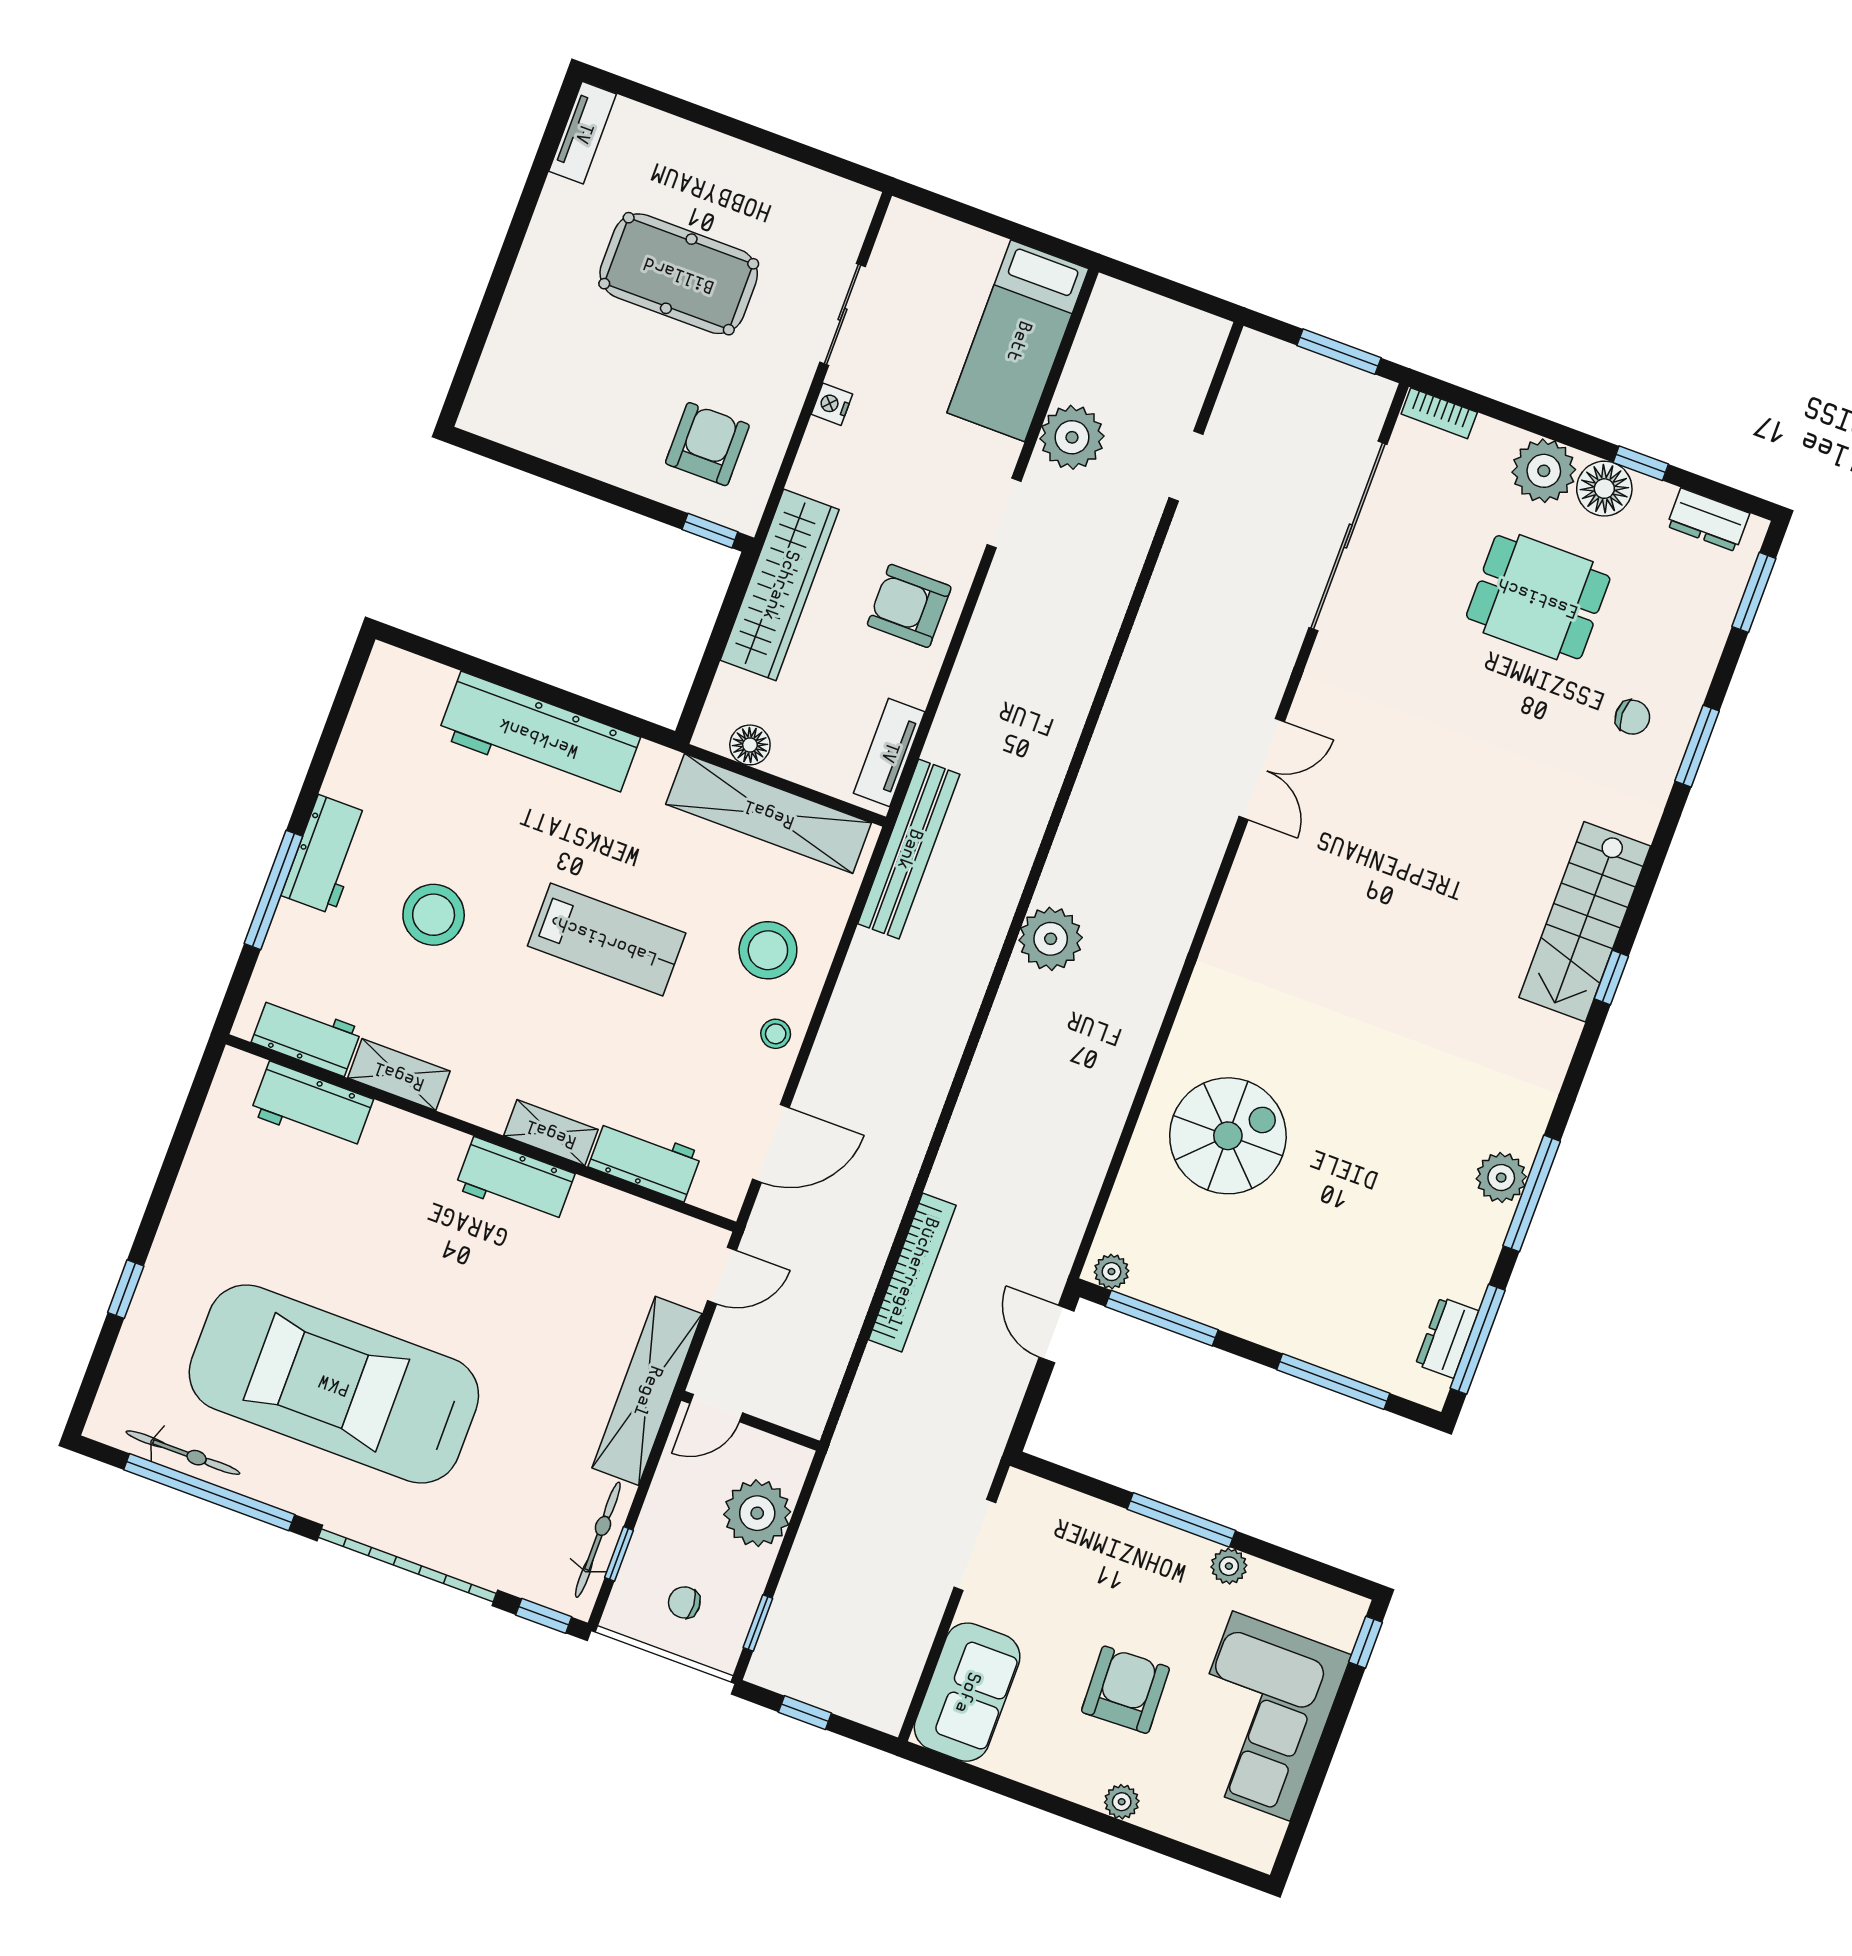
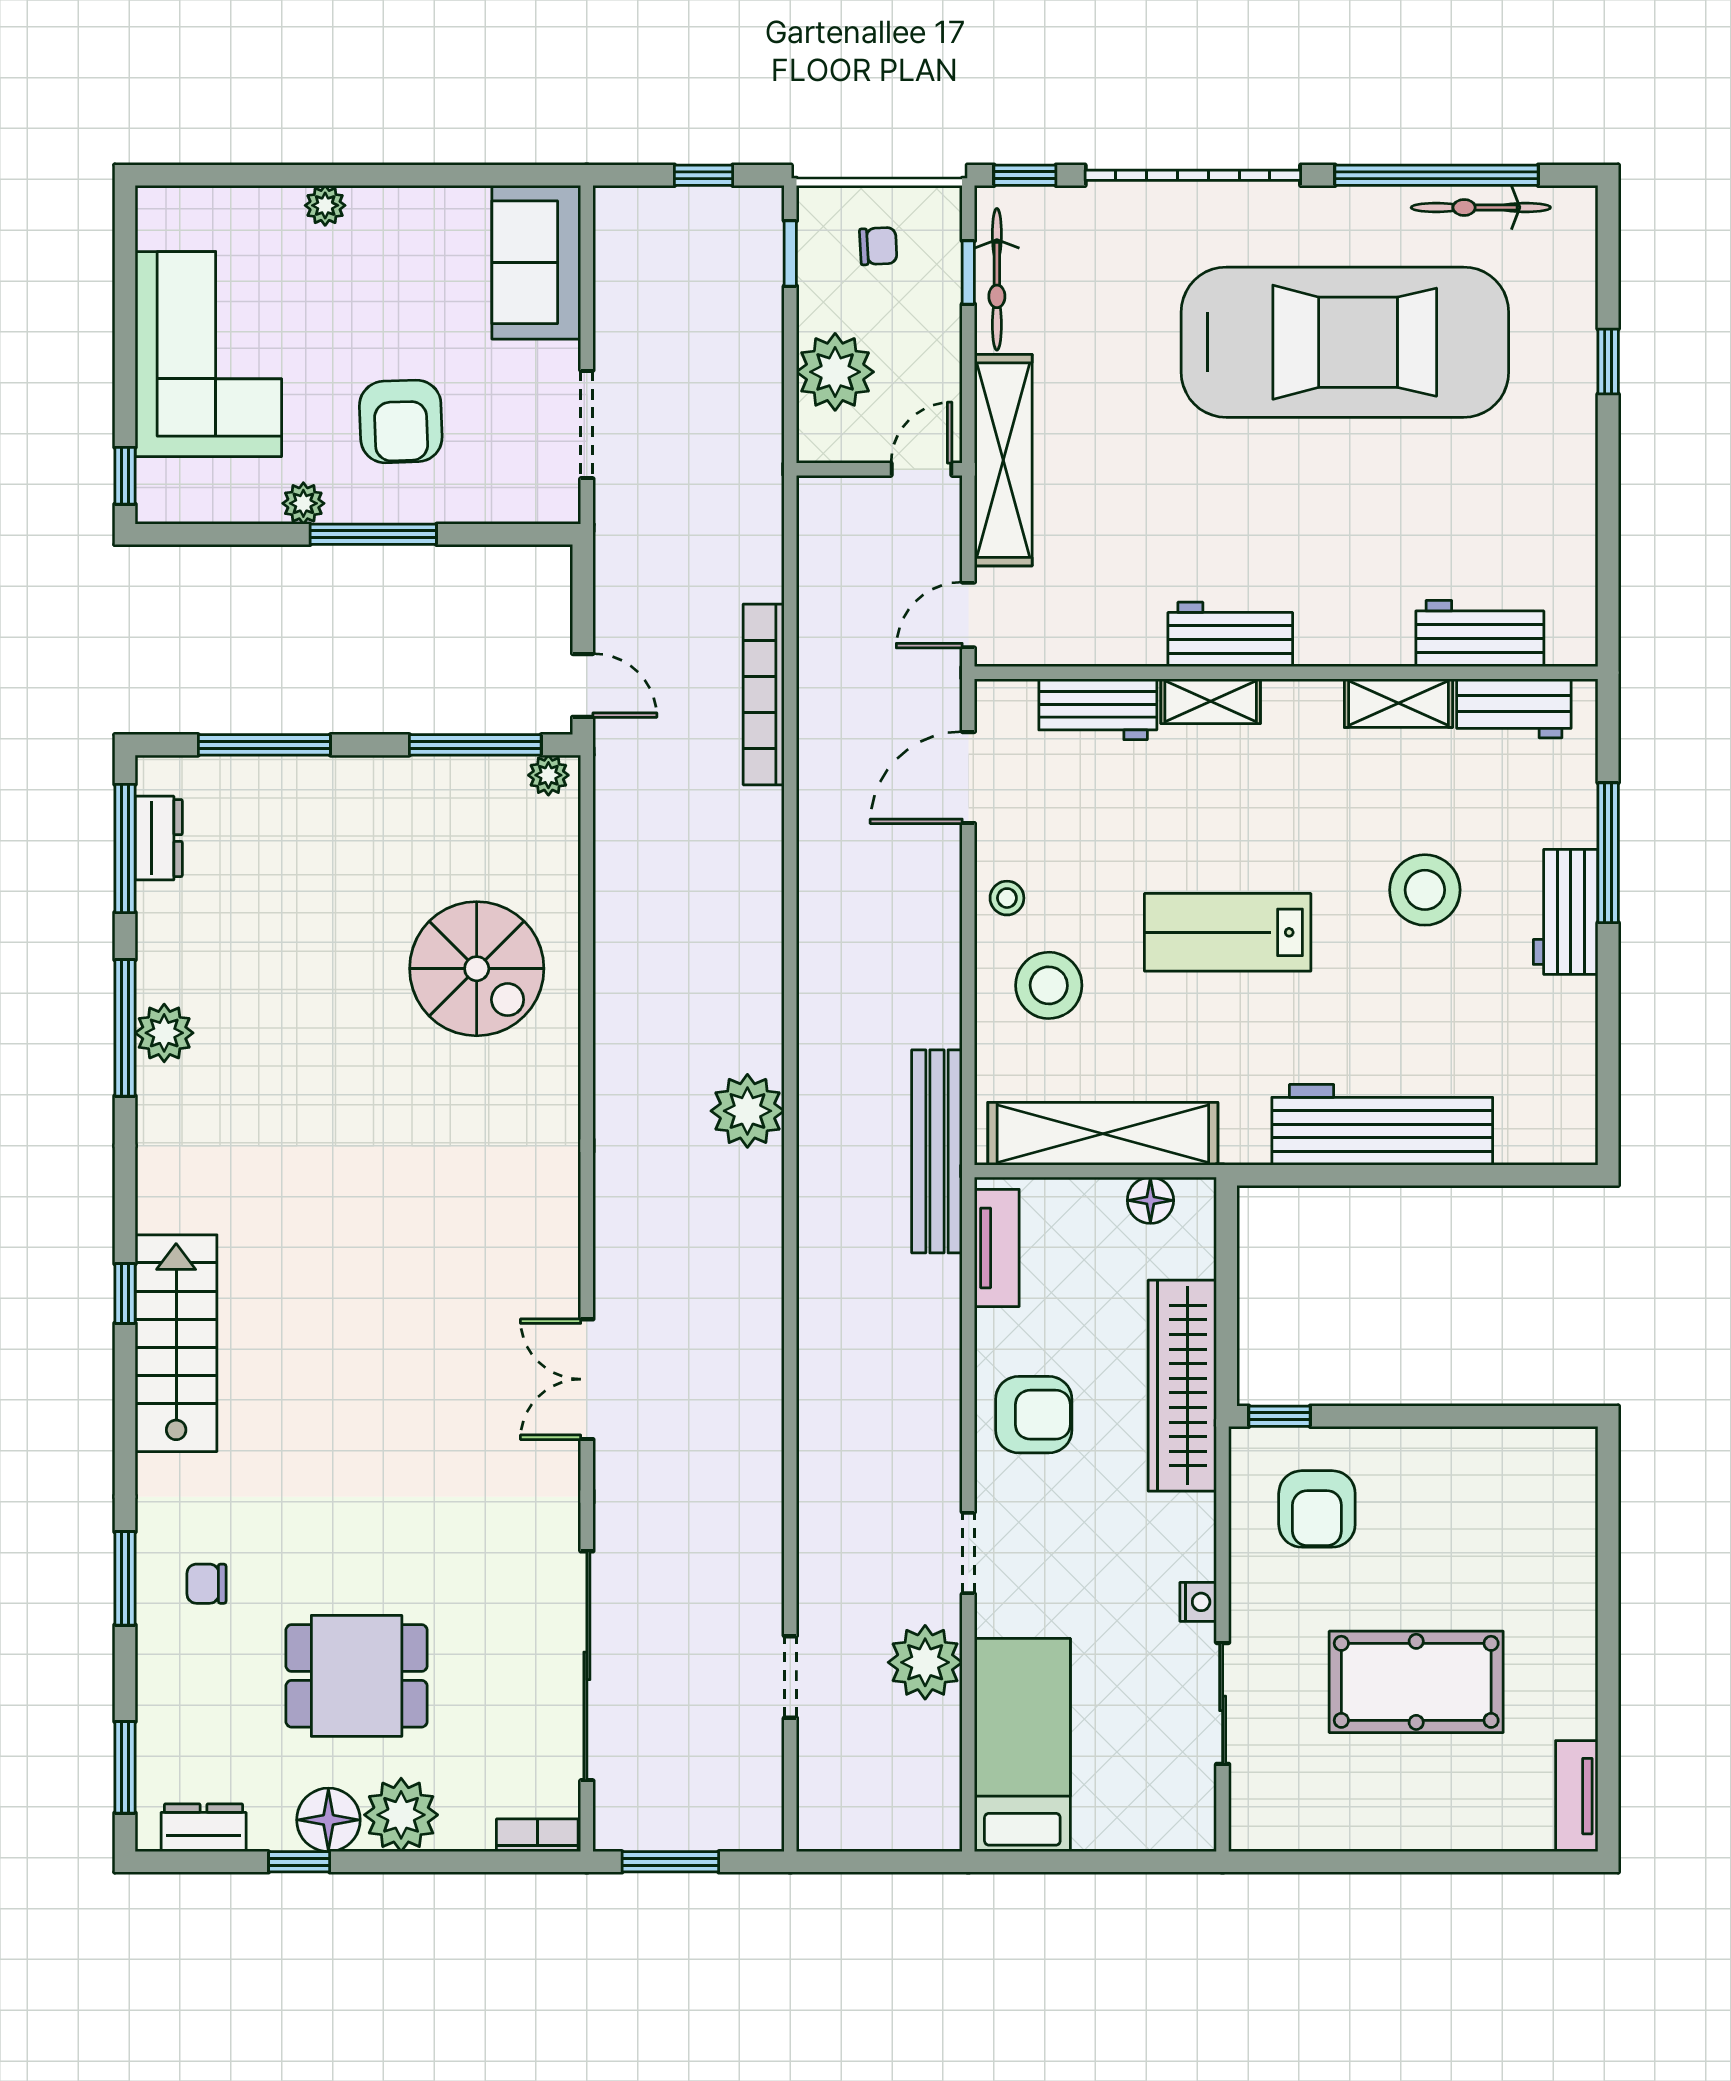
spiral stairs: (1228, 1136) -> (477, 969), turned -90
armchair: (1125, 1690) -> (401, 421), moved

